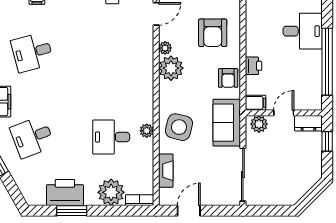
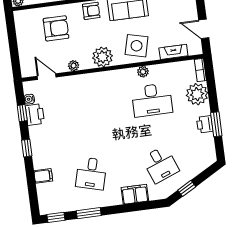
desk: (32, 52) -> (91, 173), turned 30
plant: (171, 68) -> (102, 57), moved
desk: (111, 137) -> (152, 100), width x1.37
printer: (65, 193) -> (205, 124), width x0.53, depth x0.68

